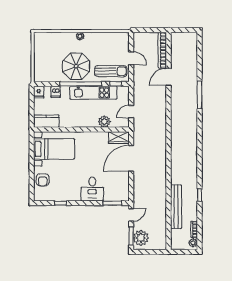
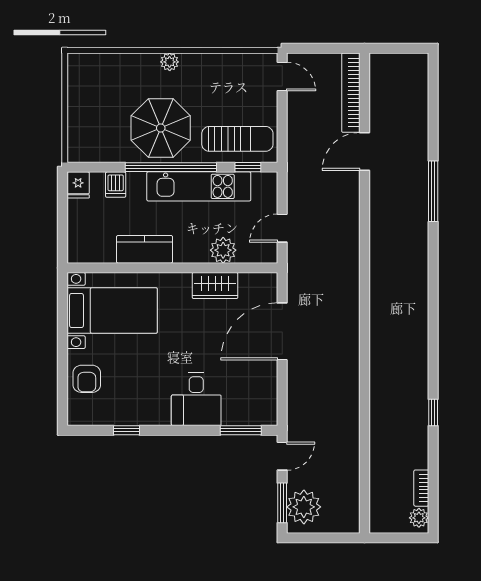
door: (131, 58) -> (282, 76), moved
kitchen counter: (46, 121) -> (145, 249), moved
wardrobe: (119, 138) -> (215, 286), moved
bench: (176, 207) -> (381, 438), removed

